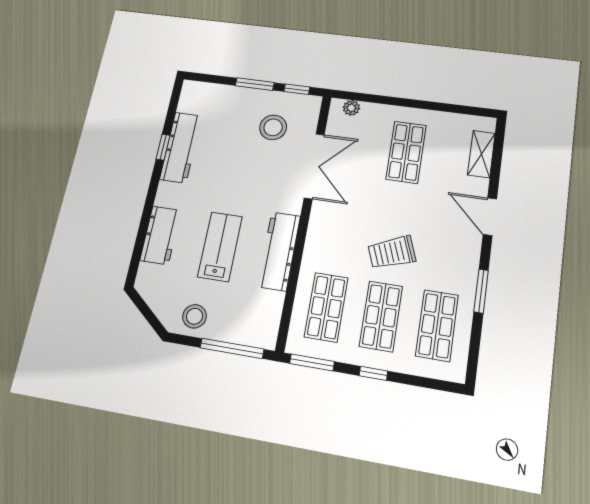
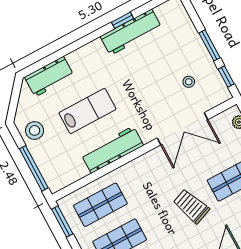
stool: (273, 127) -> (189, 82), width x0.53, depth x0.53
workbench: (160, 235) -> (49, 77), moved
trolley: (392, 252) -> (191, 206), moved

